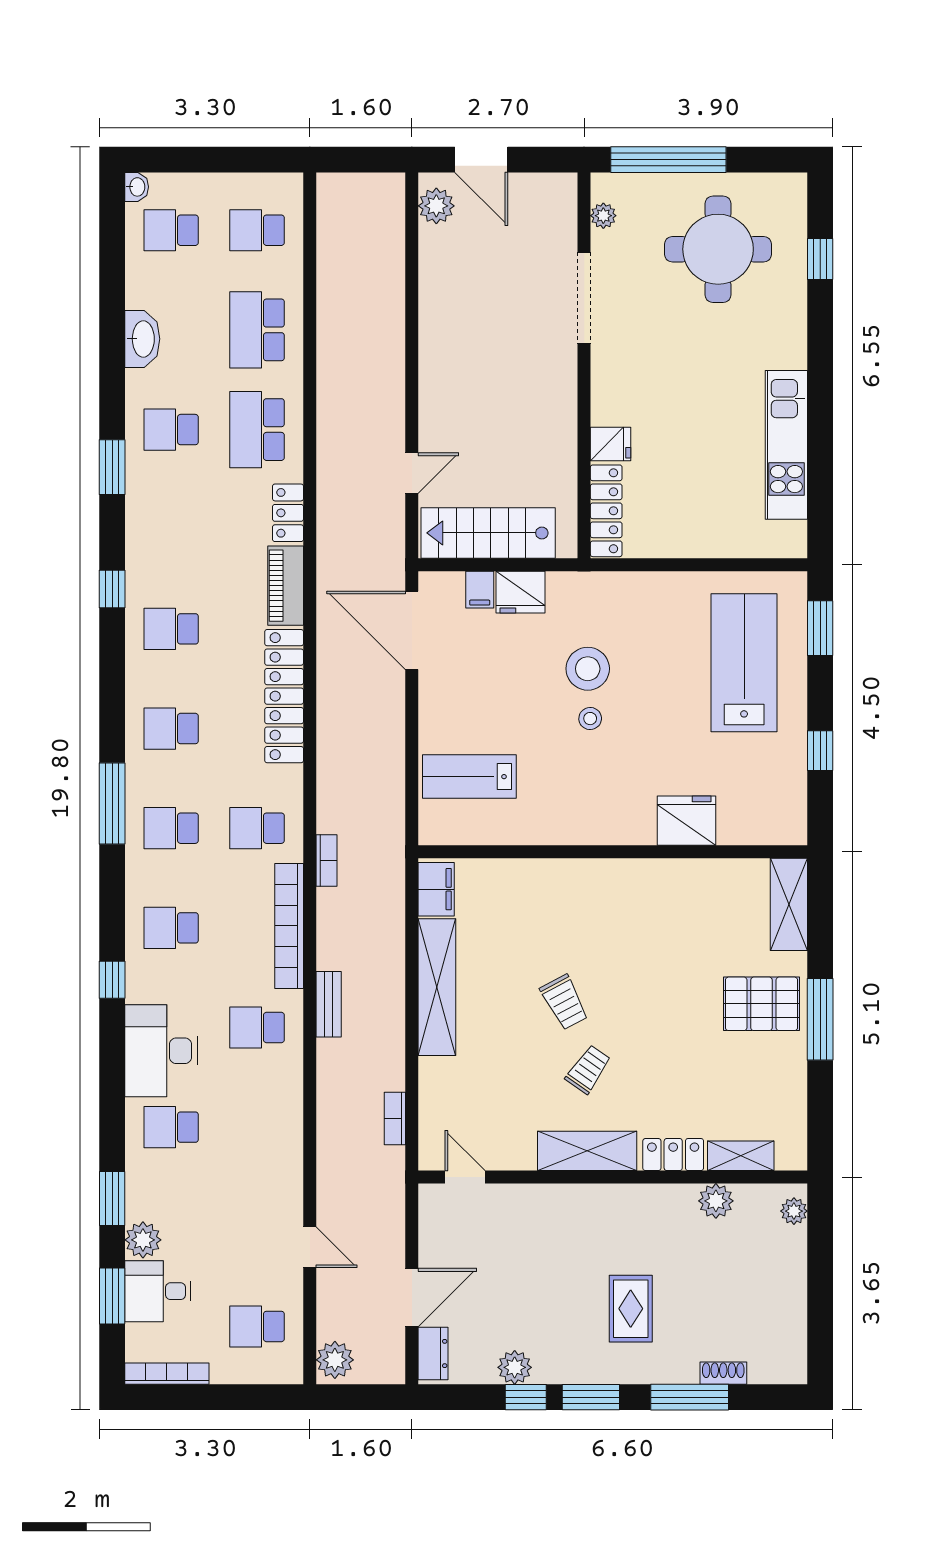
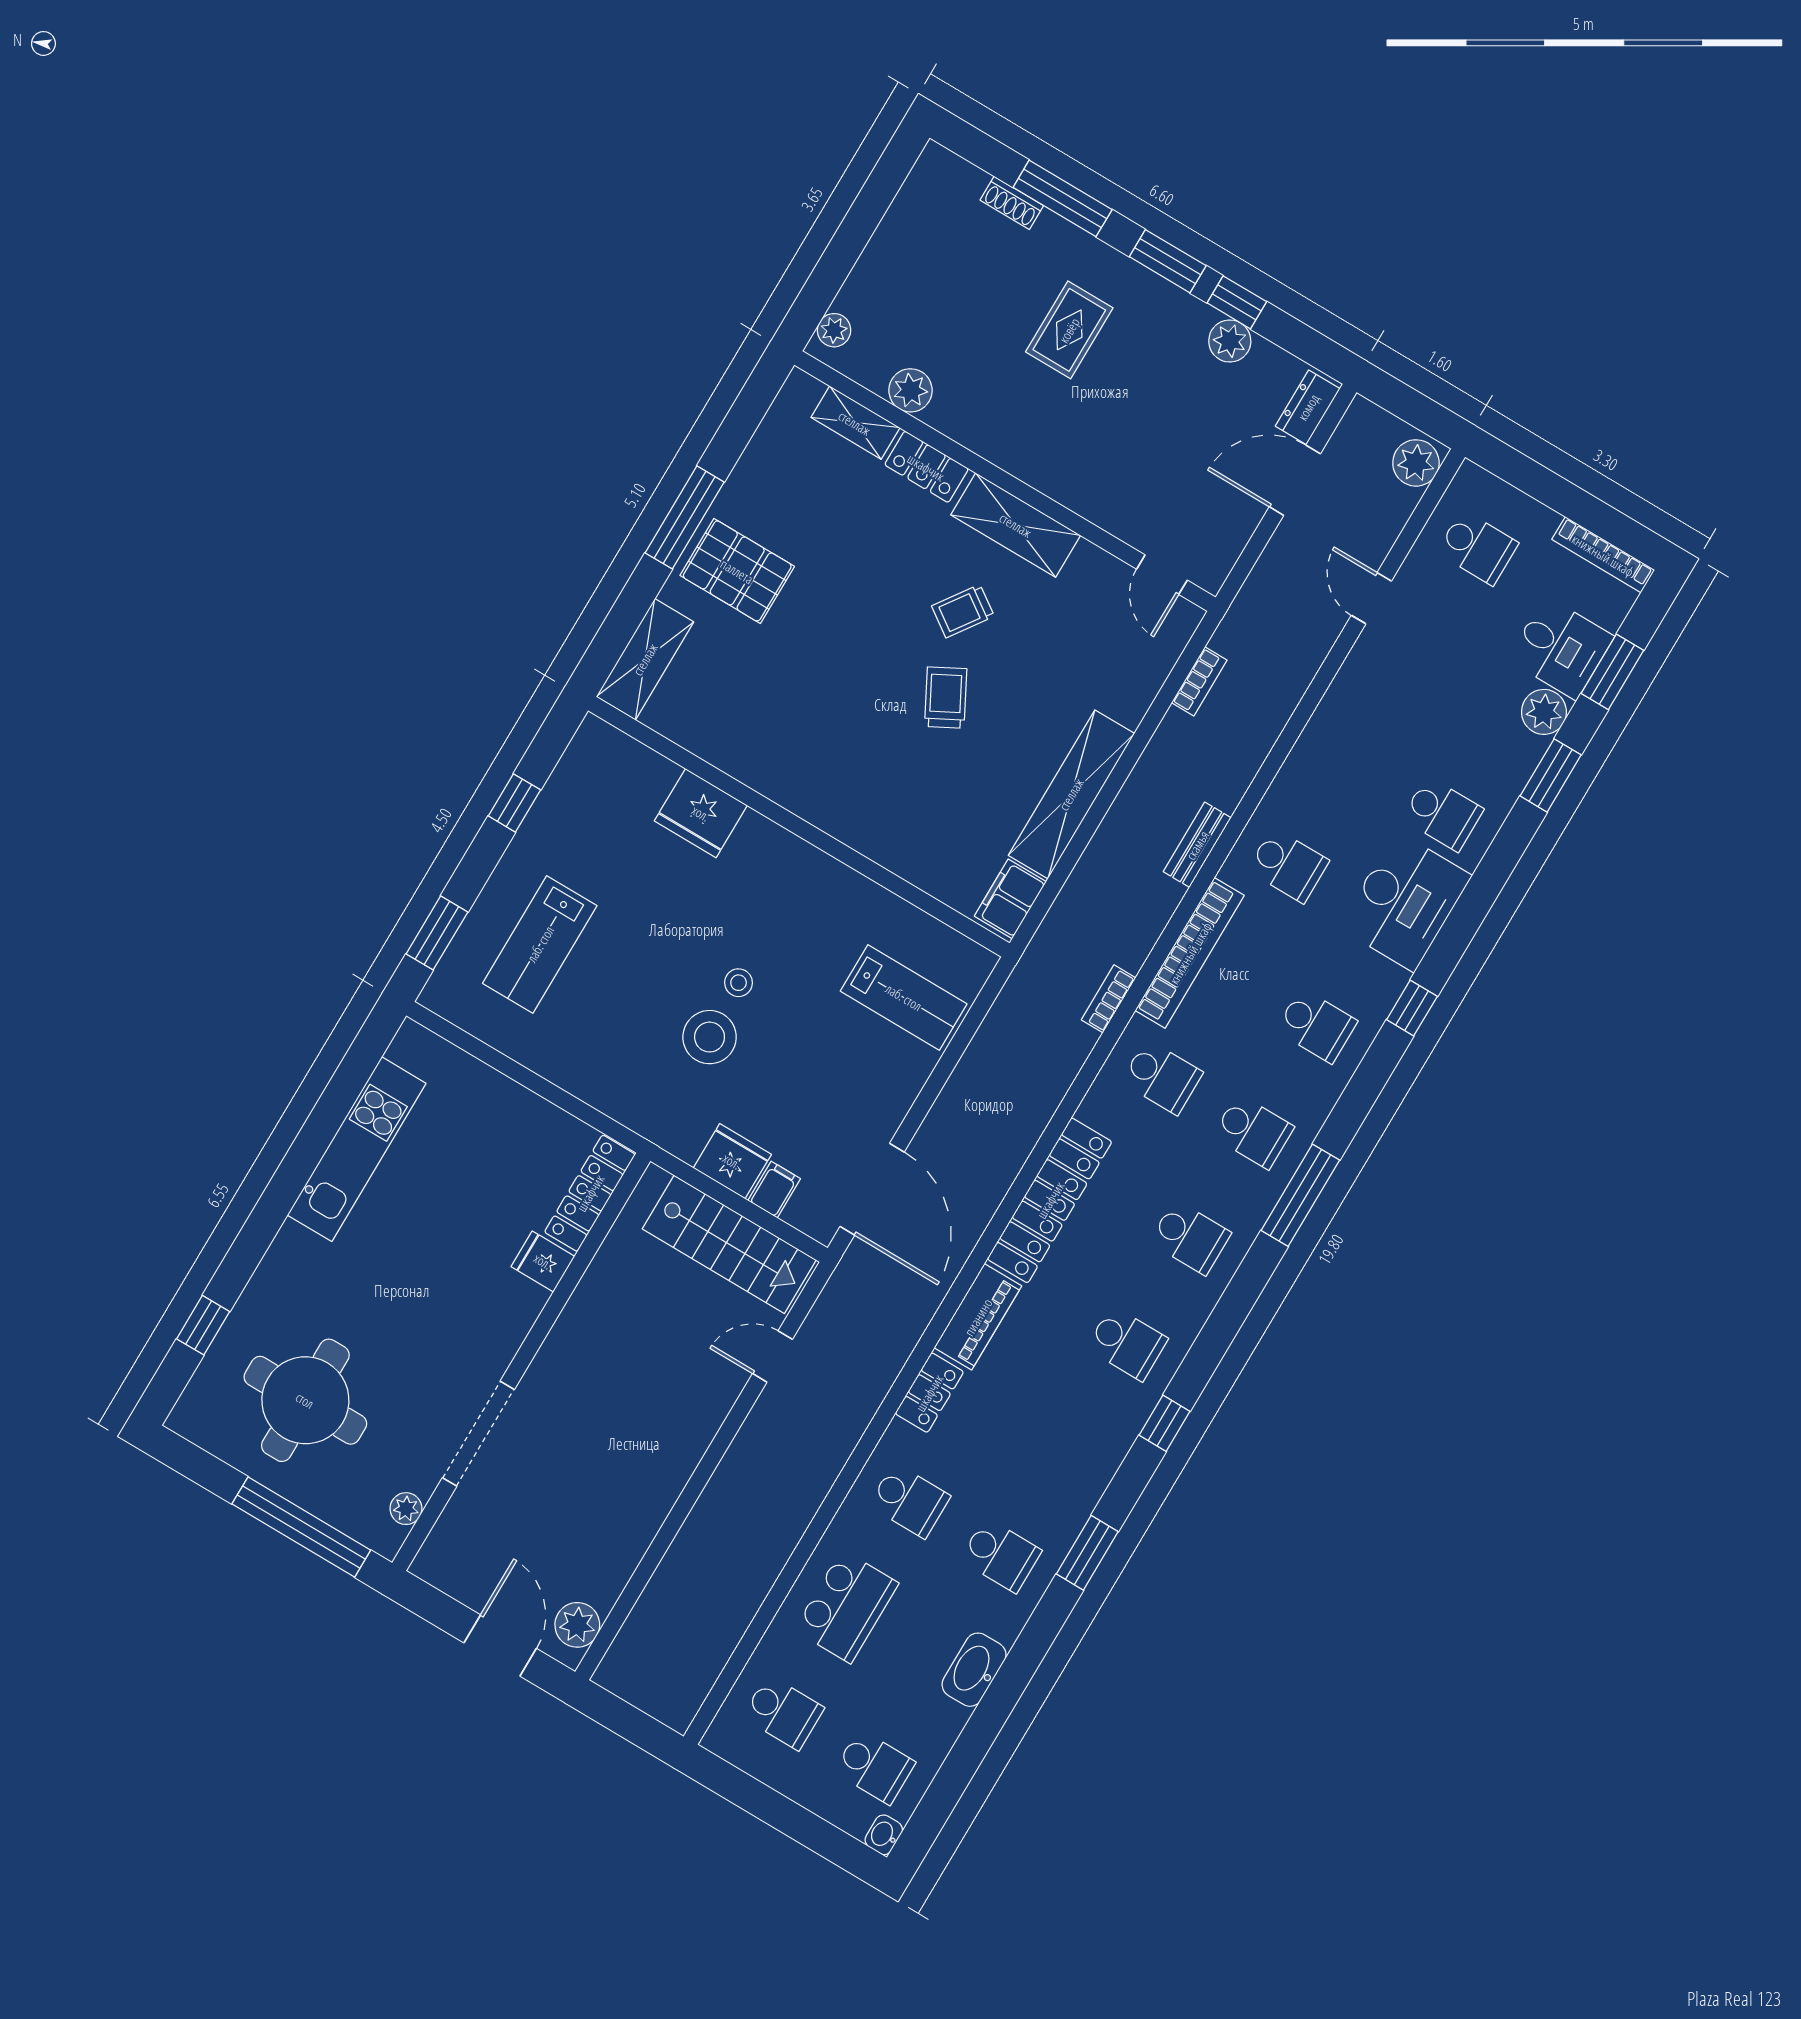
school desk: (257, 430) -> (909, 1501), width x0.54
lab bench: (744, 663) -> (540, 944), width x0.73, depth x0.72

